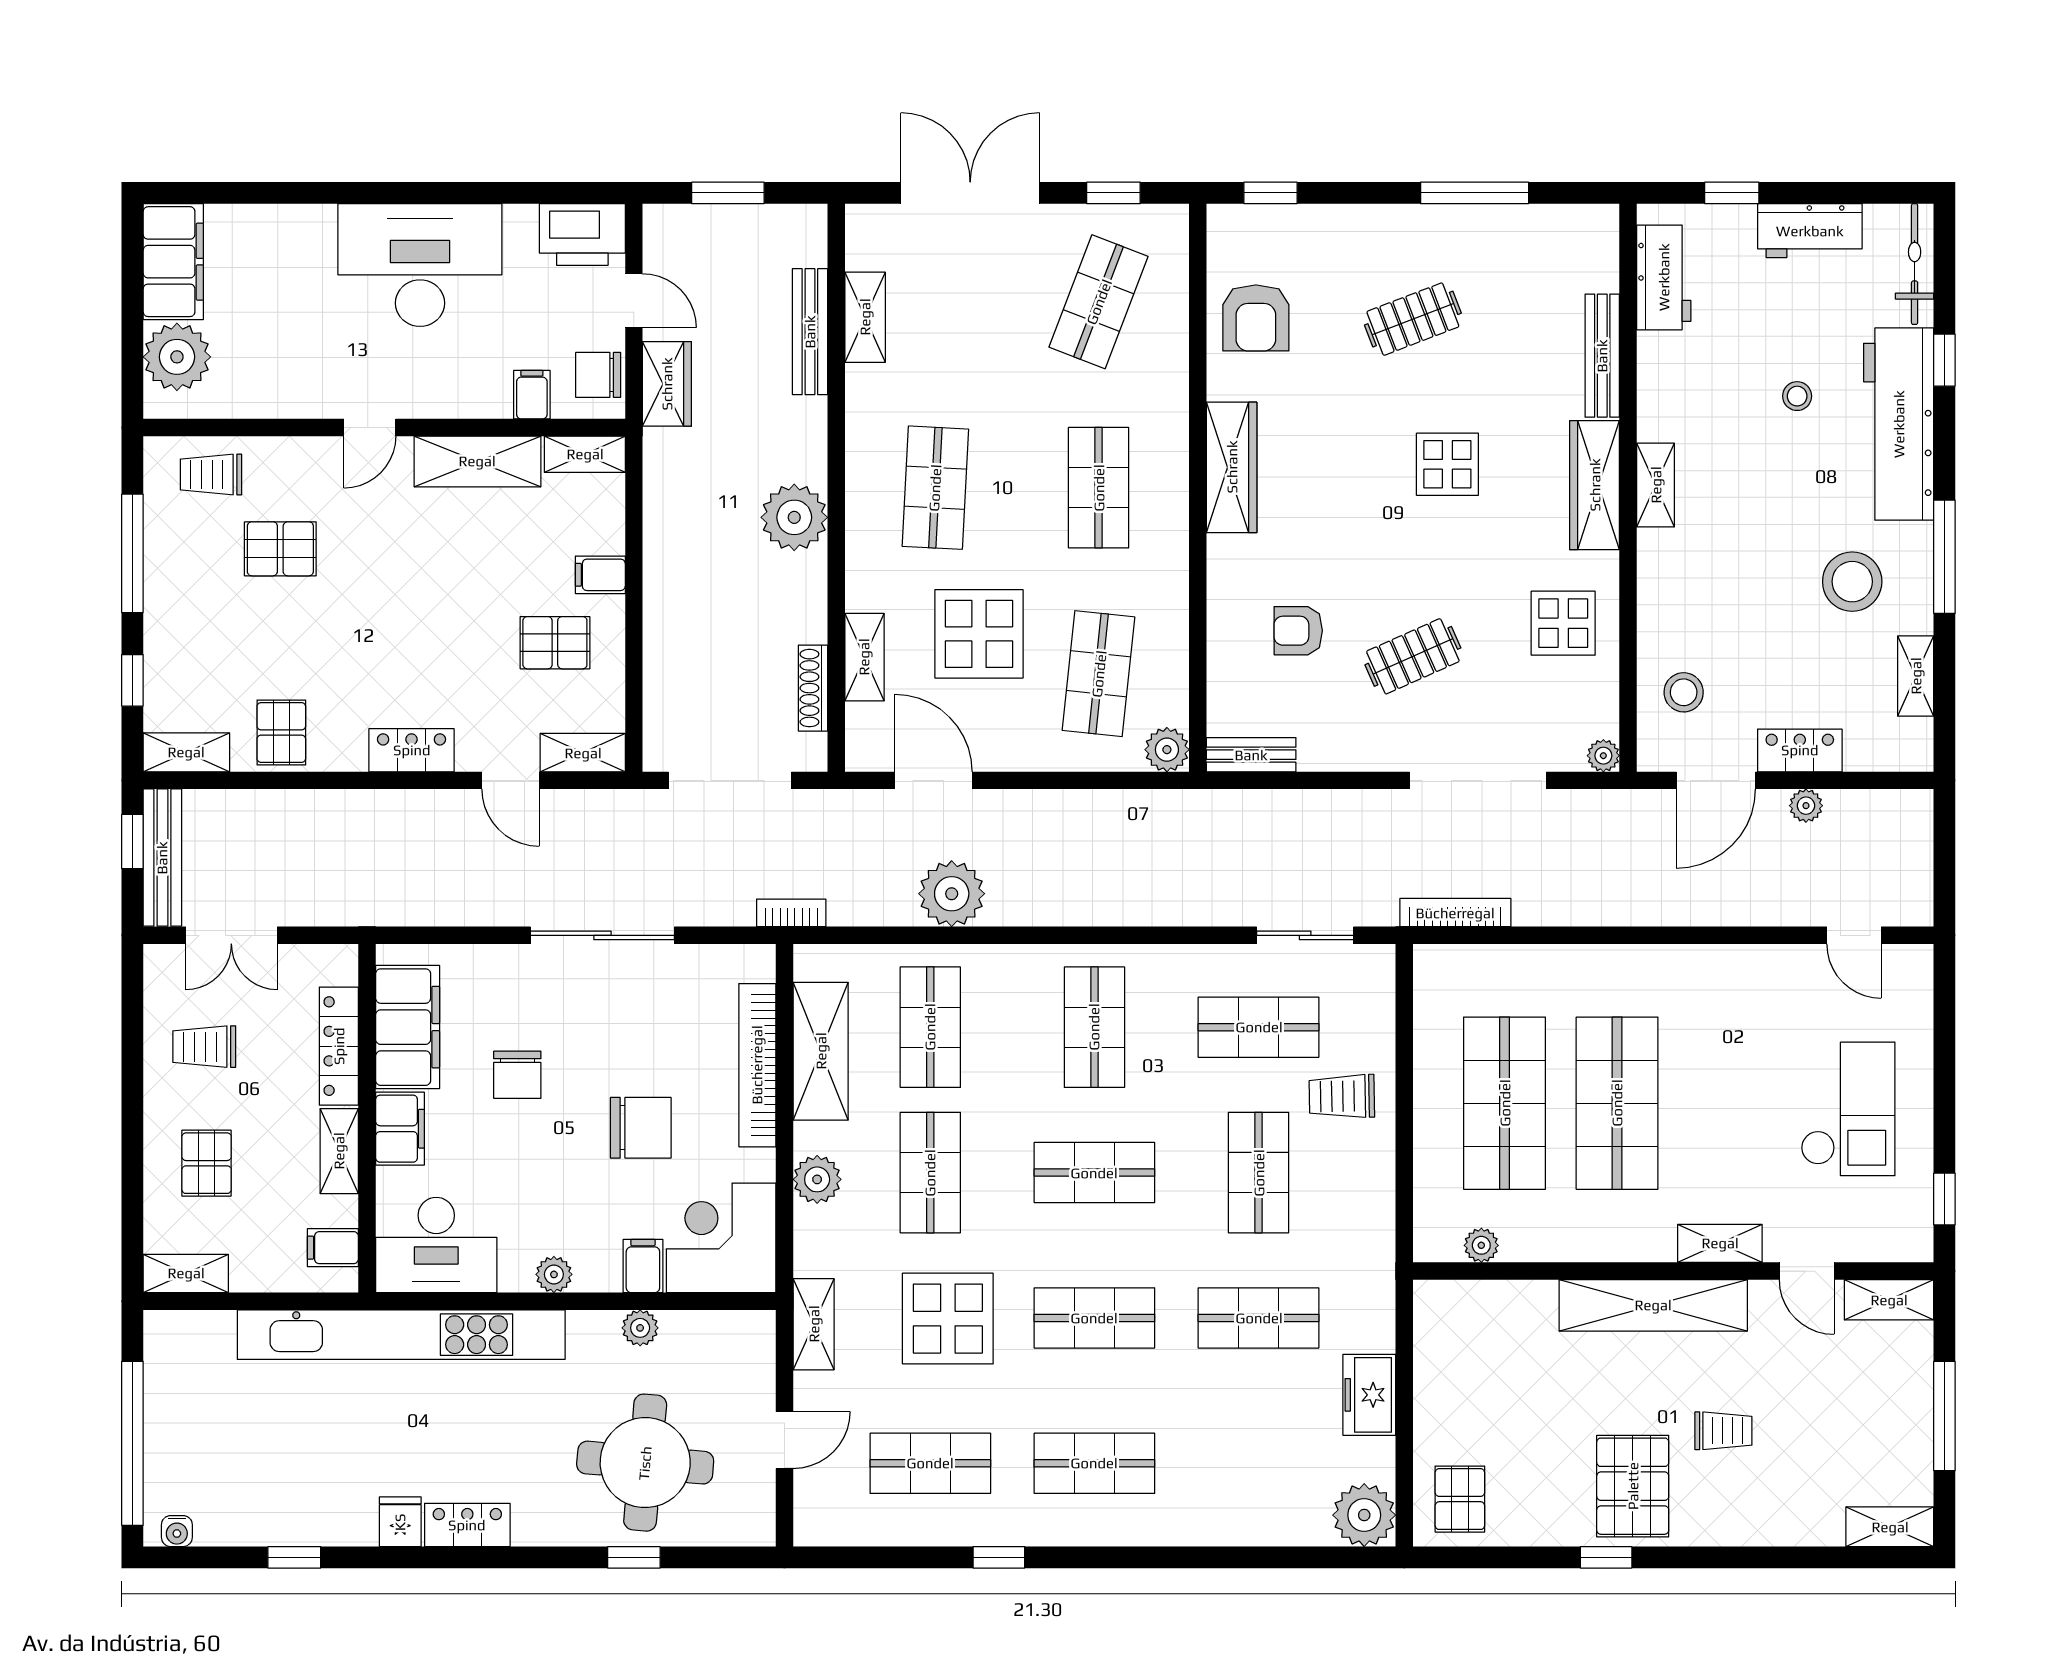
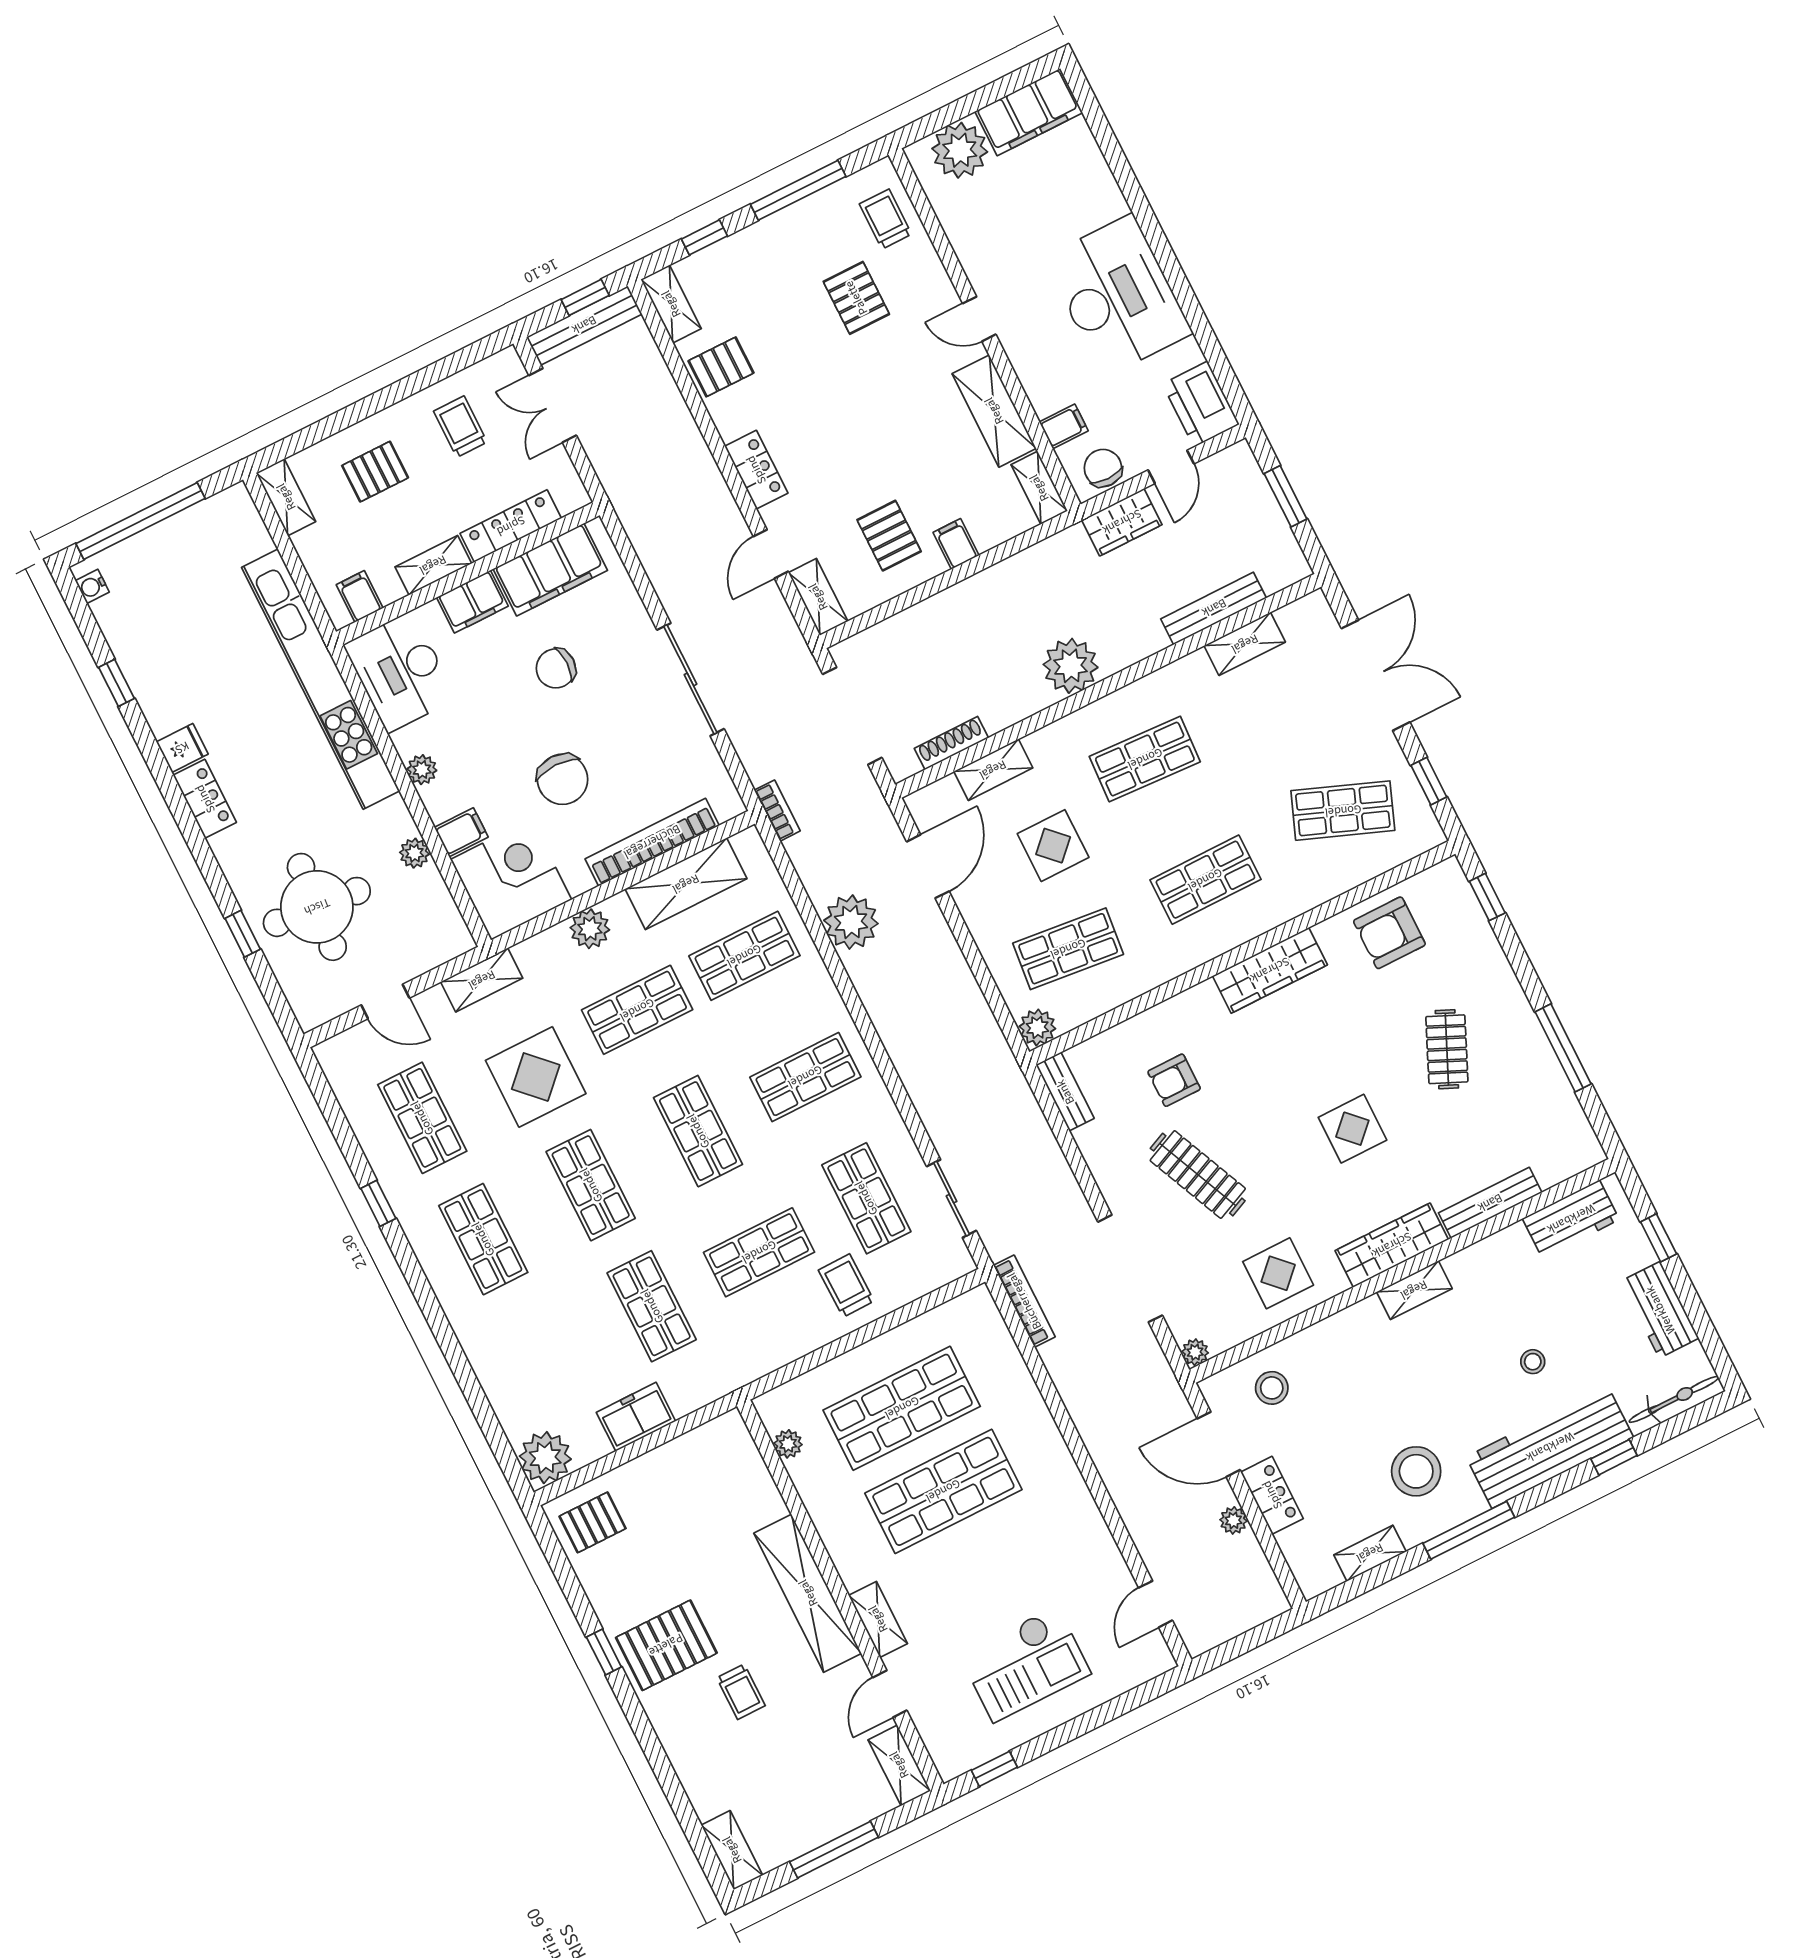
clothes rail: (1413, 319) -> (1447, 1049), turned 45
armchair: (1298, 631) -> (1174, 1080), turned -90
display table: (979, 634) -> (1053, 846), width x0.73, depth x0.73
clothes rail: (1413, 656) -> (1198, 1175), width x1.36

